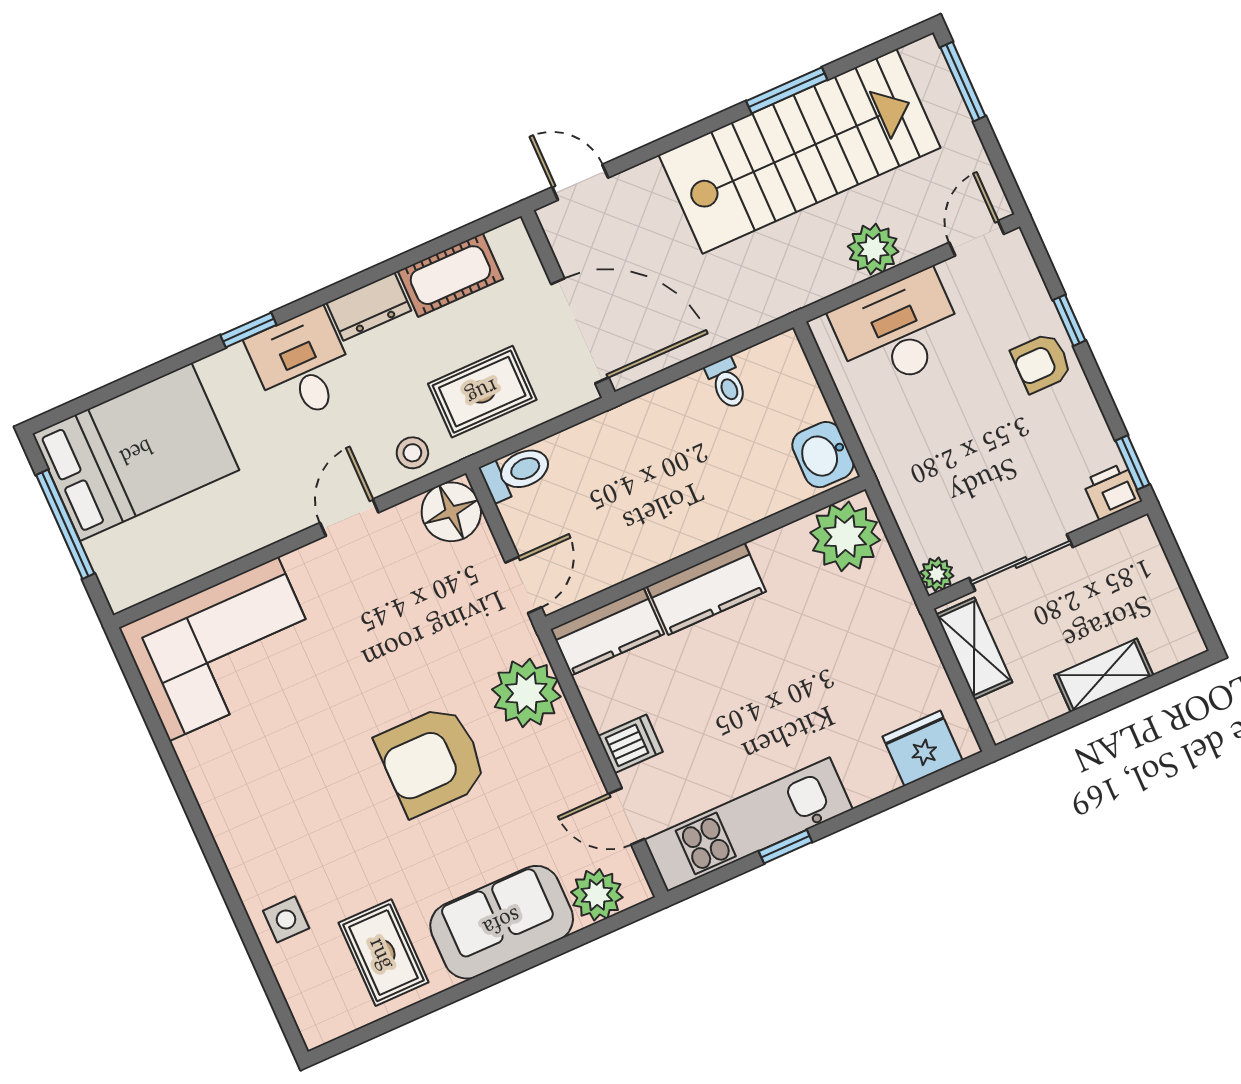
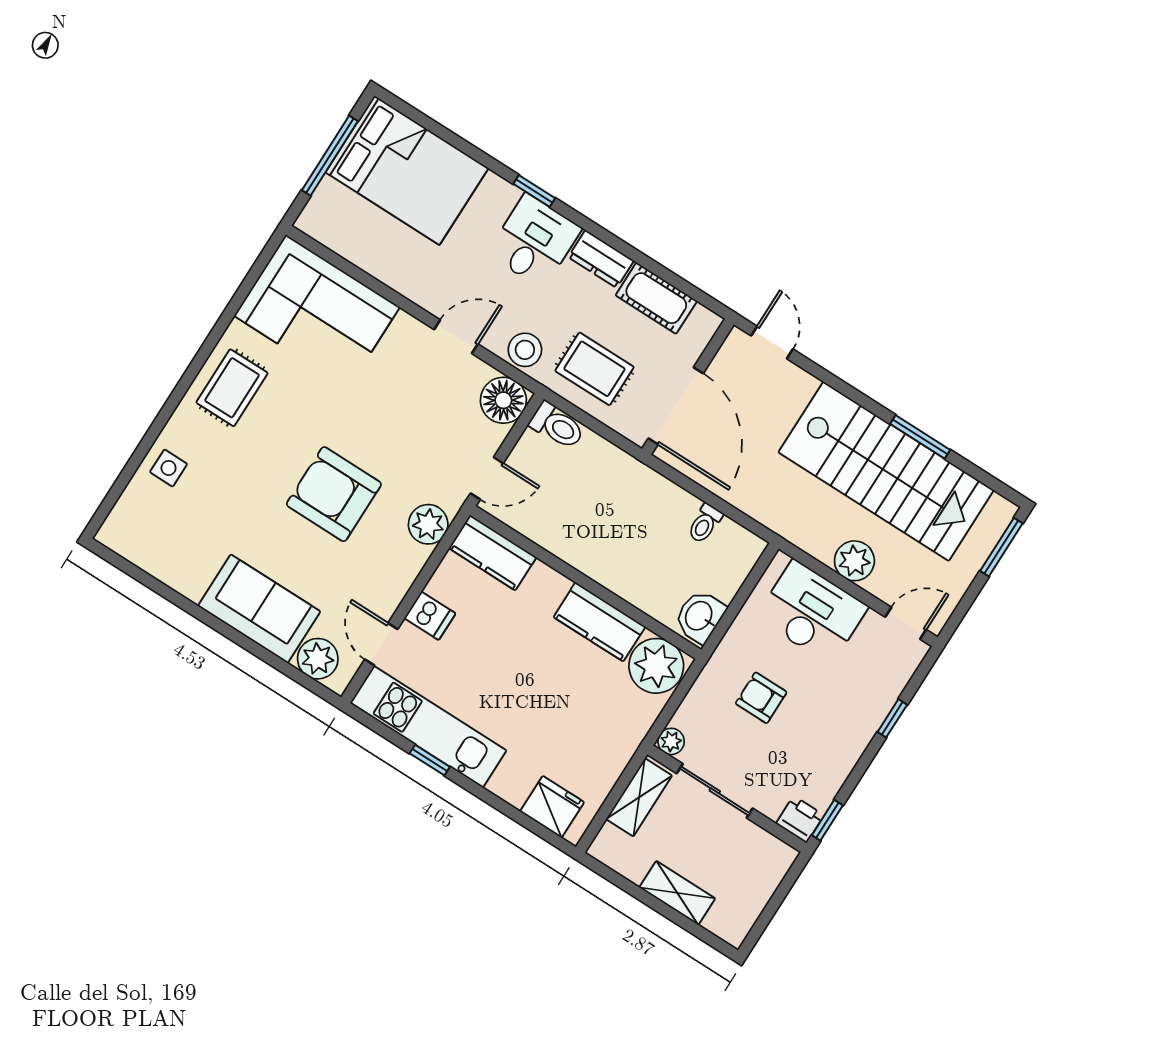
armchair: (1041, 363) -> (761, 698), moved
stool: (412, 453) -> (525, 350), width x1.37, depth x1.37
kitchen counter: (706, 589) -> (599, 622), moved
plant: (526, 693) -> (428, 524), width x0.73, depth x0.73
rug: (383, 953) -> (232, 388), moved

